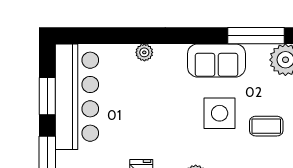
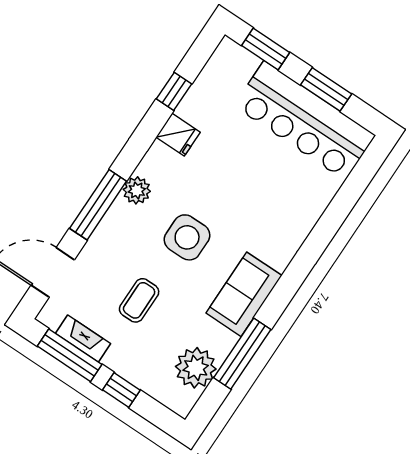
plant: (144, 52) -> (304, 223), removed
side table: (220, 113) -> (187, 237), moved

